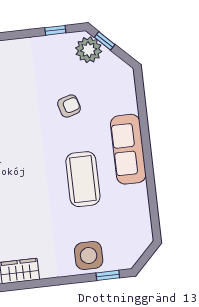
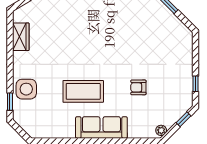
plant: (89, 50) -> (161, 130), moved, width x0.53, depth x0.53
armchair: (69, 106) -> (138, 87), turned 106

